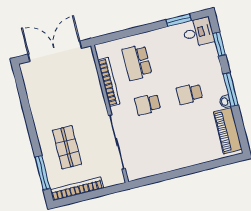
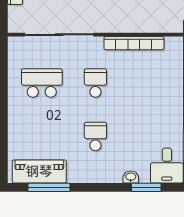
school desk: (137, 62) -> (42, 83), moved
window: (231, 90) -> (49, 187), moved
washbasin: (225, 102) -> (131, 177), moved

